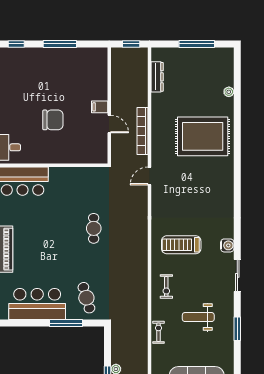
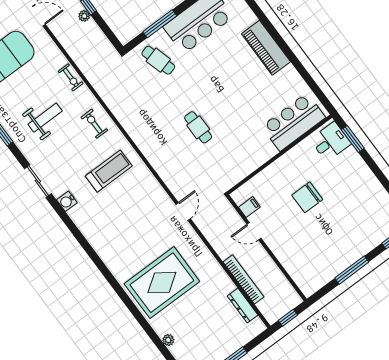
filing cabinet: (100, 107) -> (249, 207), moved
bookcase: (143, 131) -> (243, 279), moved

